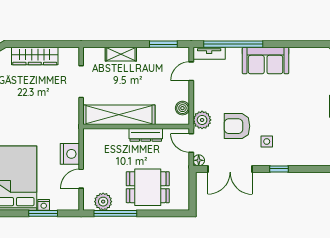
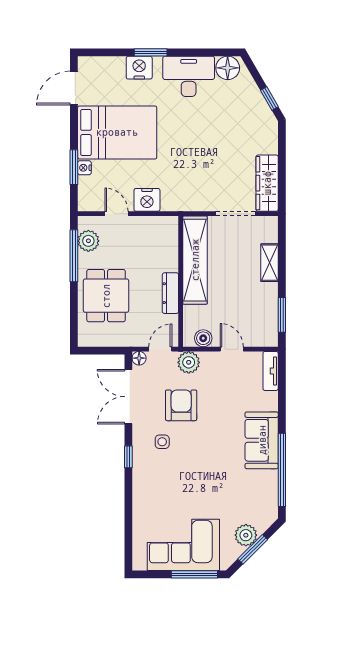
window: (233, 44) -> (282, 470), moved
wardrobe: (35, 56) -> (267, 183), moved
door: (191, 71) -> (232, 349), moved

